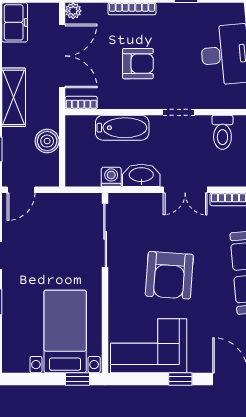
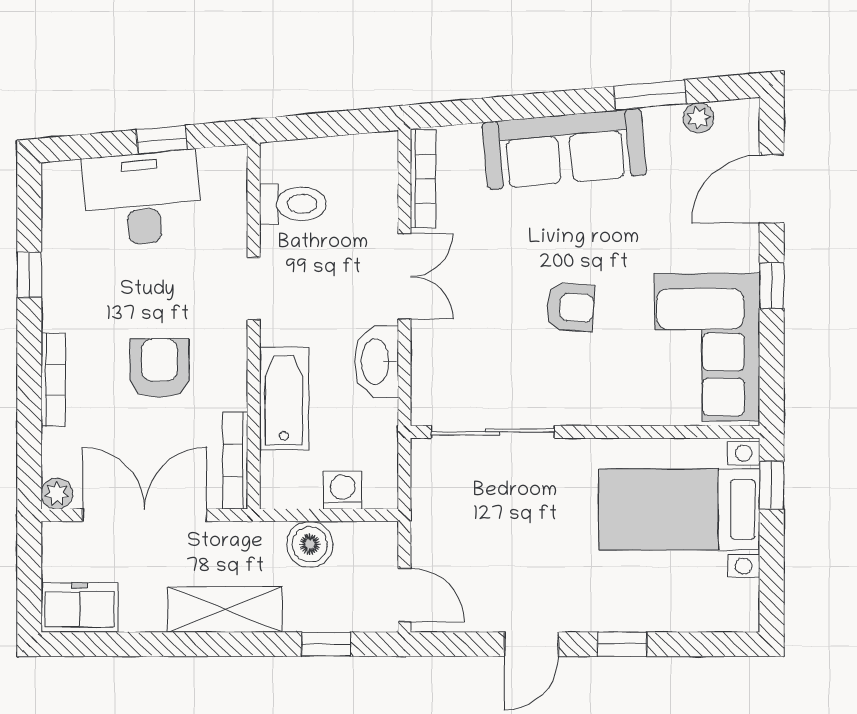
bookcase: (81, 103) -> (235, 461), width x1.56
washing machine: (111, 177) -> (343, 490), moved, turned 90
armchair: (169, 275) -> (570, 307), width x0.53, depth x0.53

